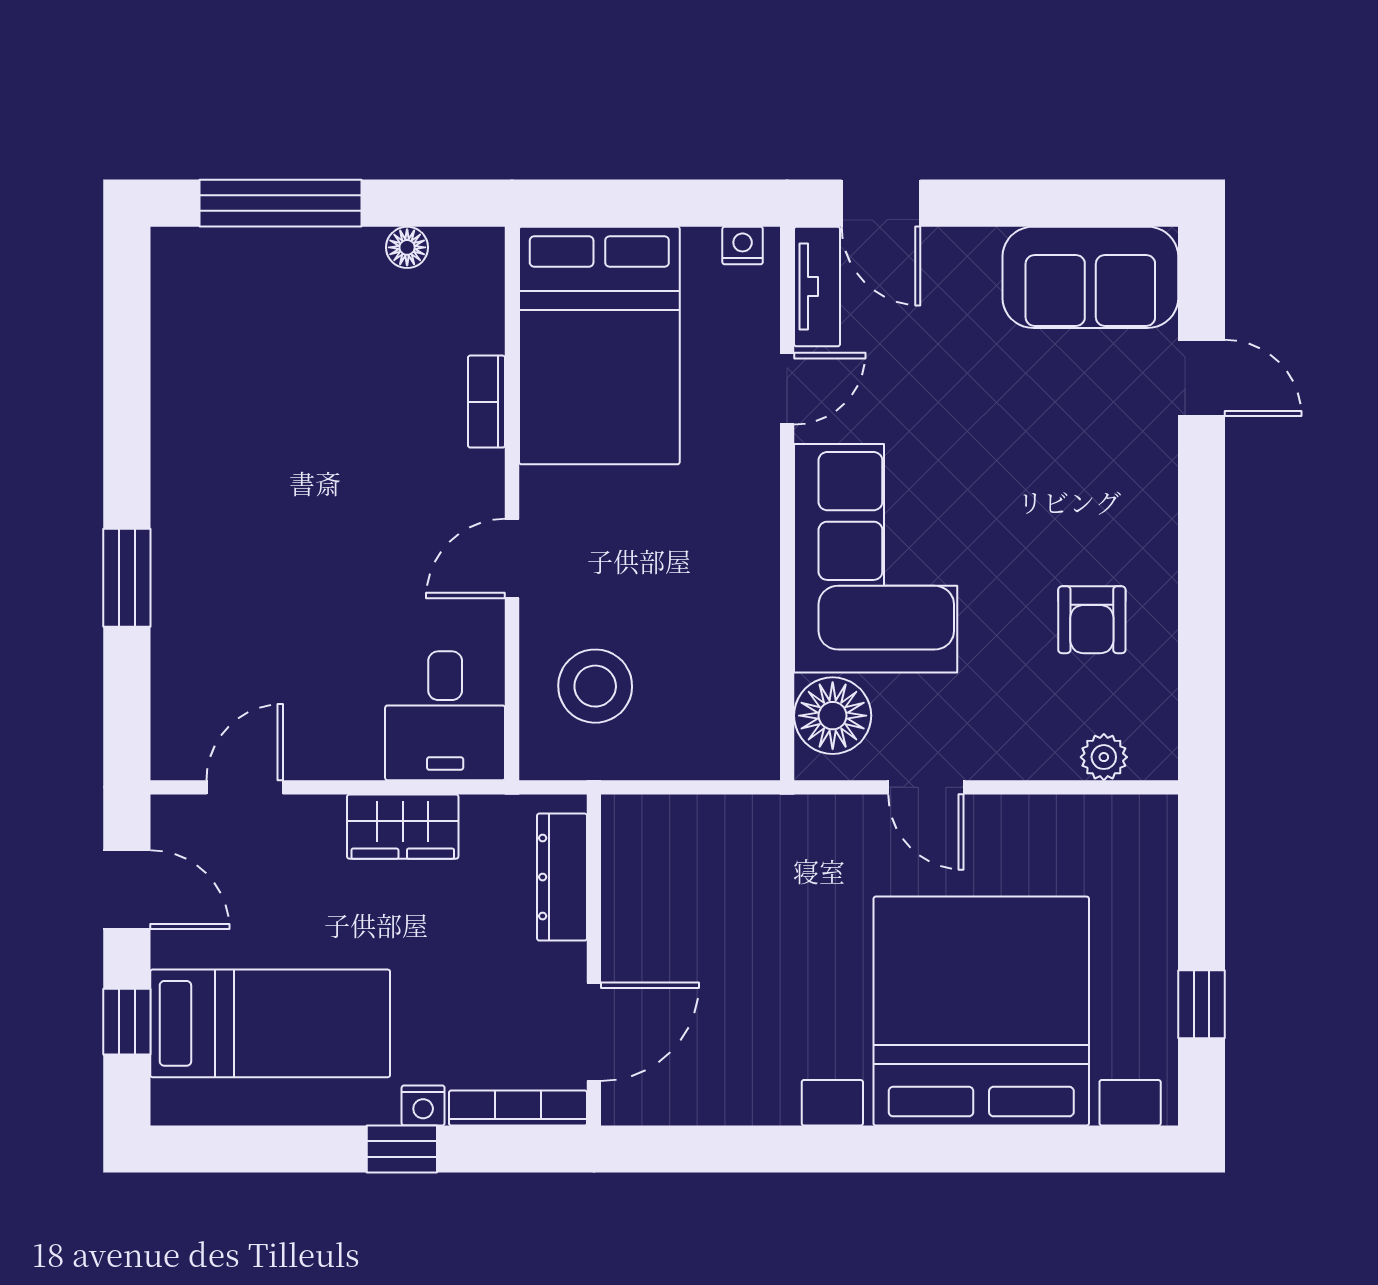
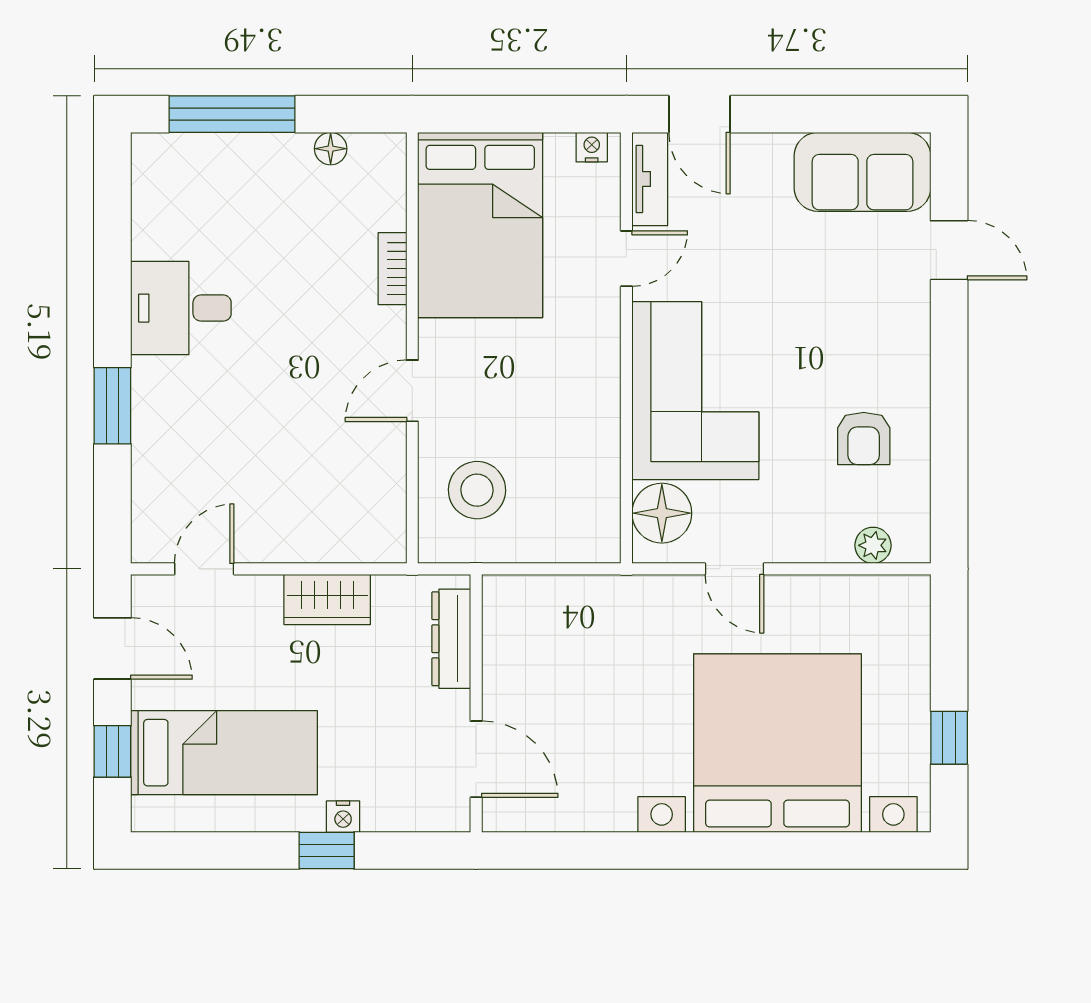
desk: (445, 716) -> (181, 308), moved, turned 90
door: (594, 1032) -> (476, 759), hinge flipped
bookcase: (518, 1108) -> (417, 819), removed

